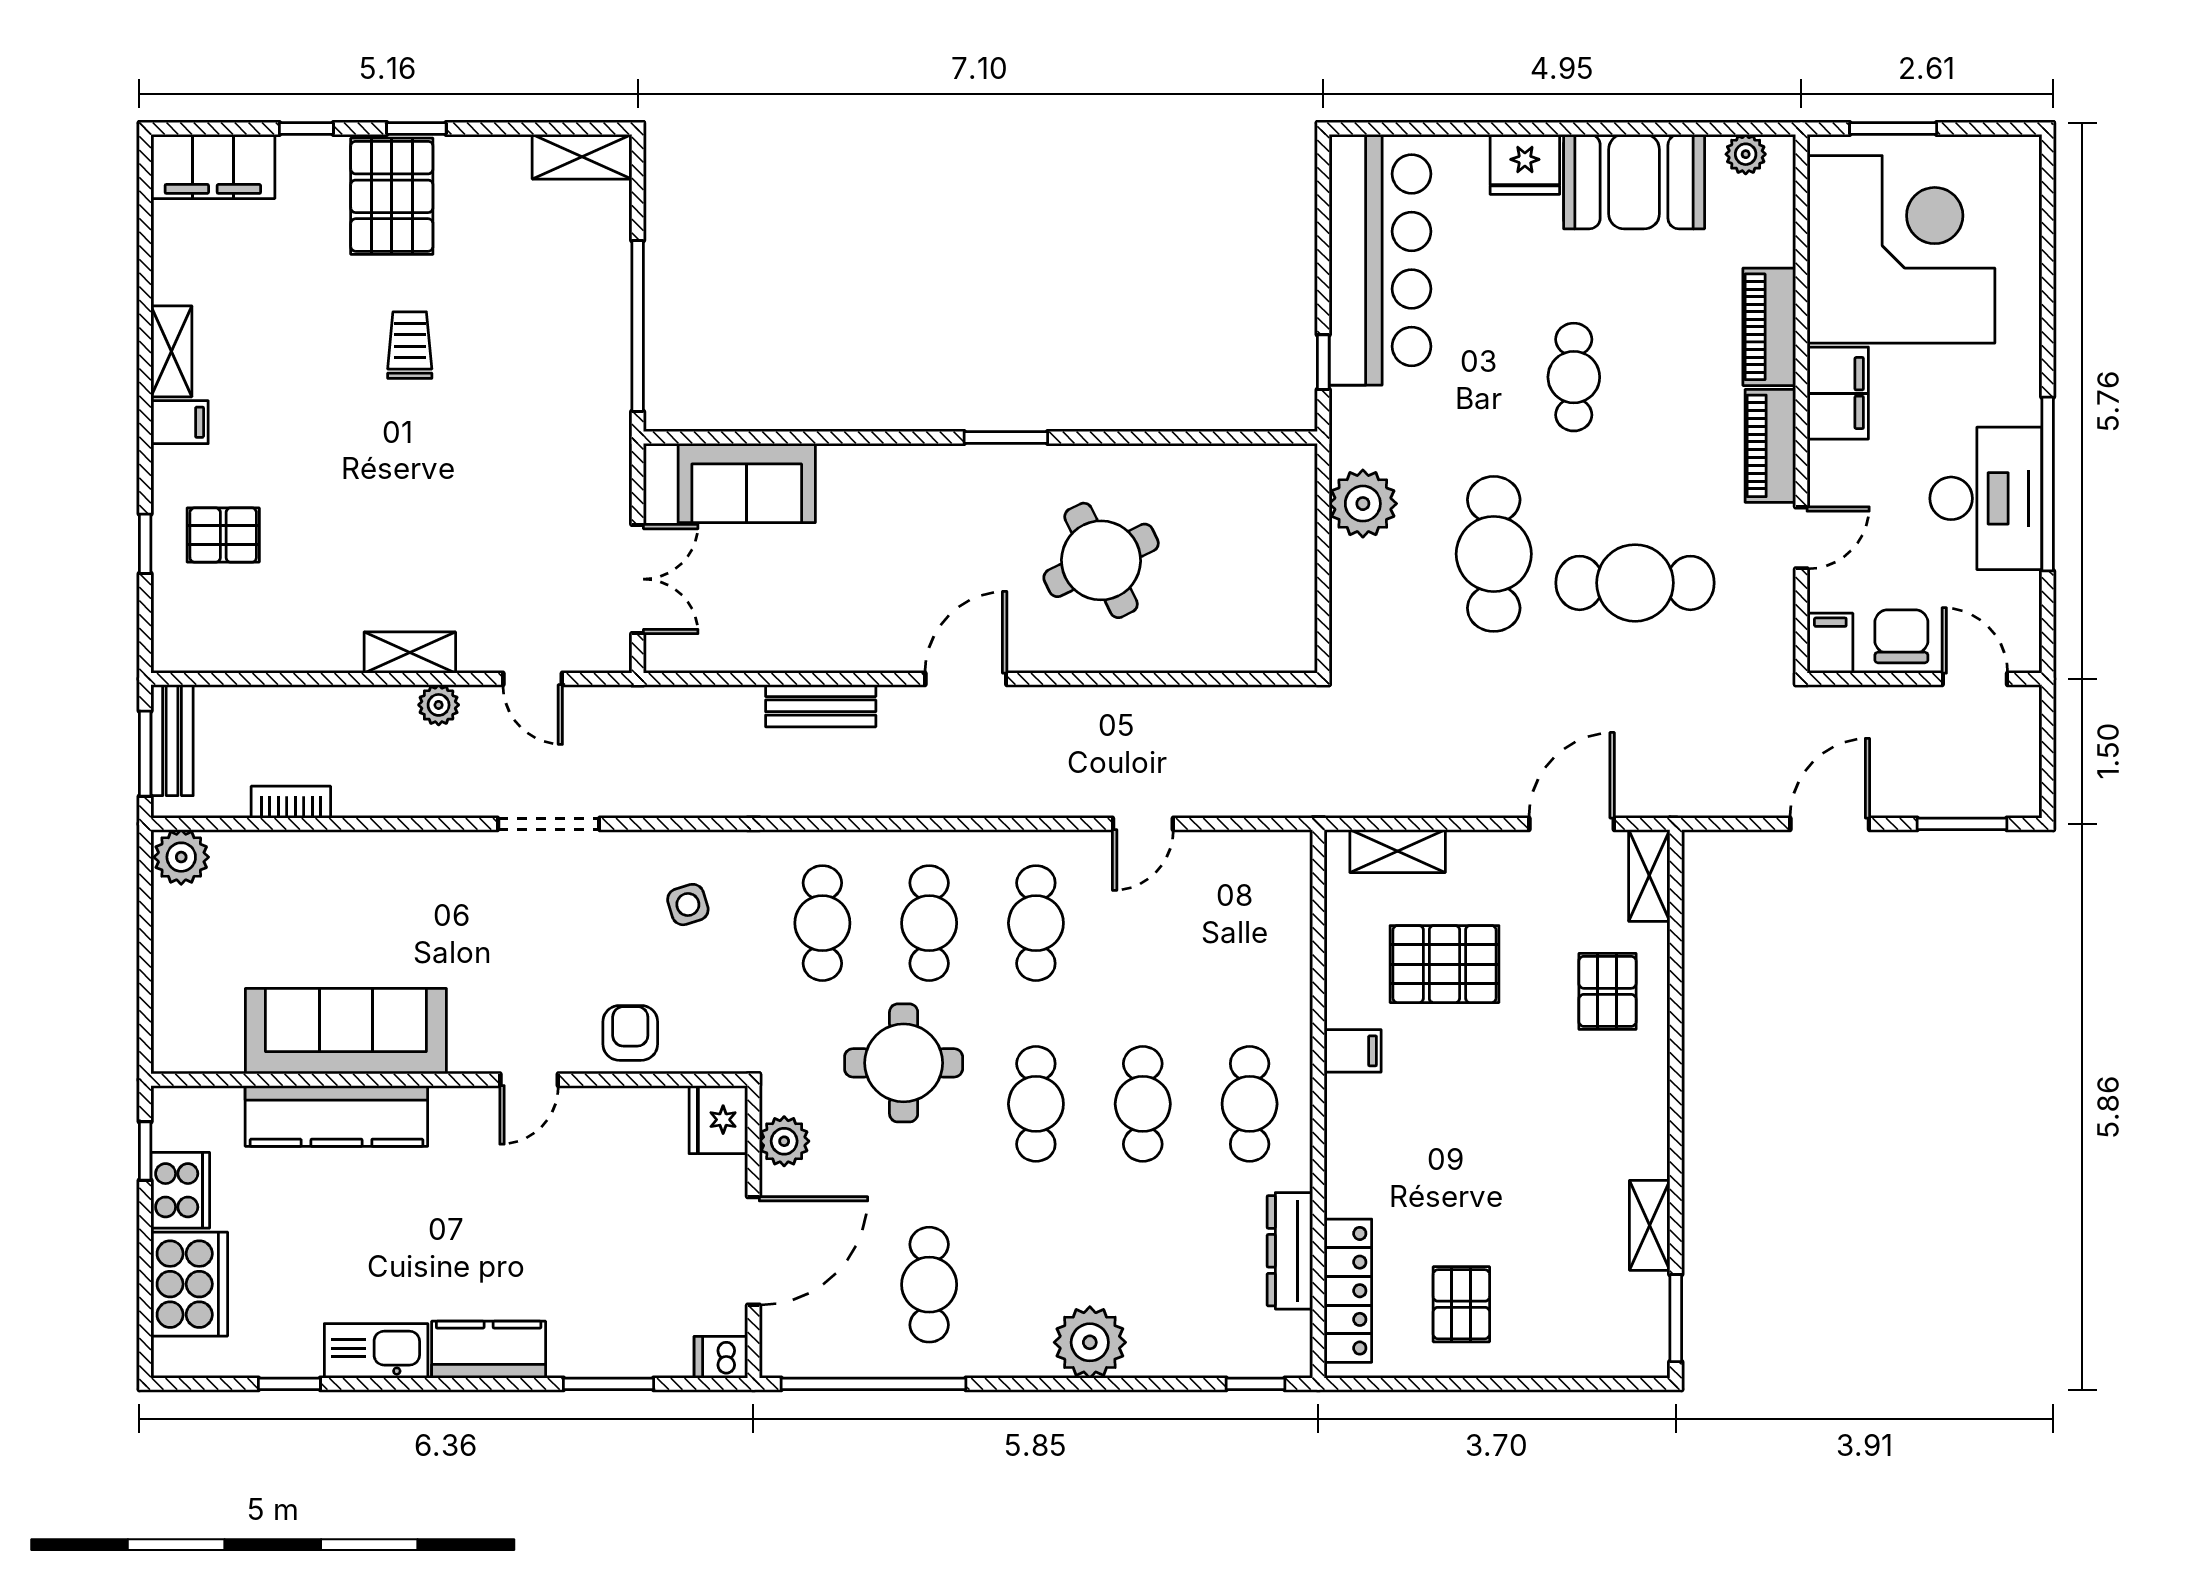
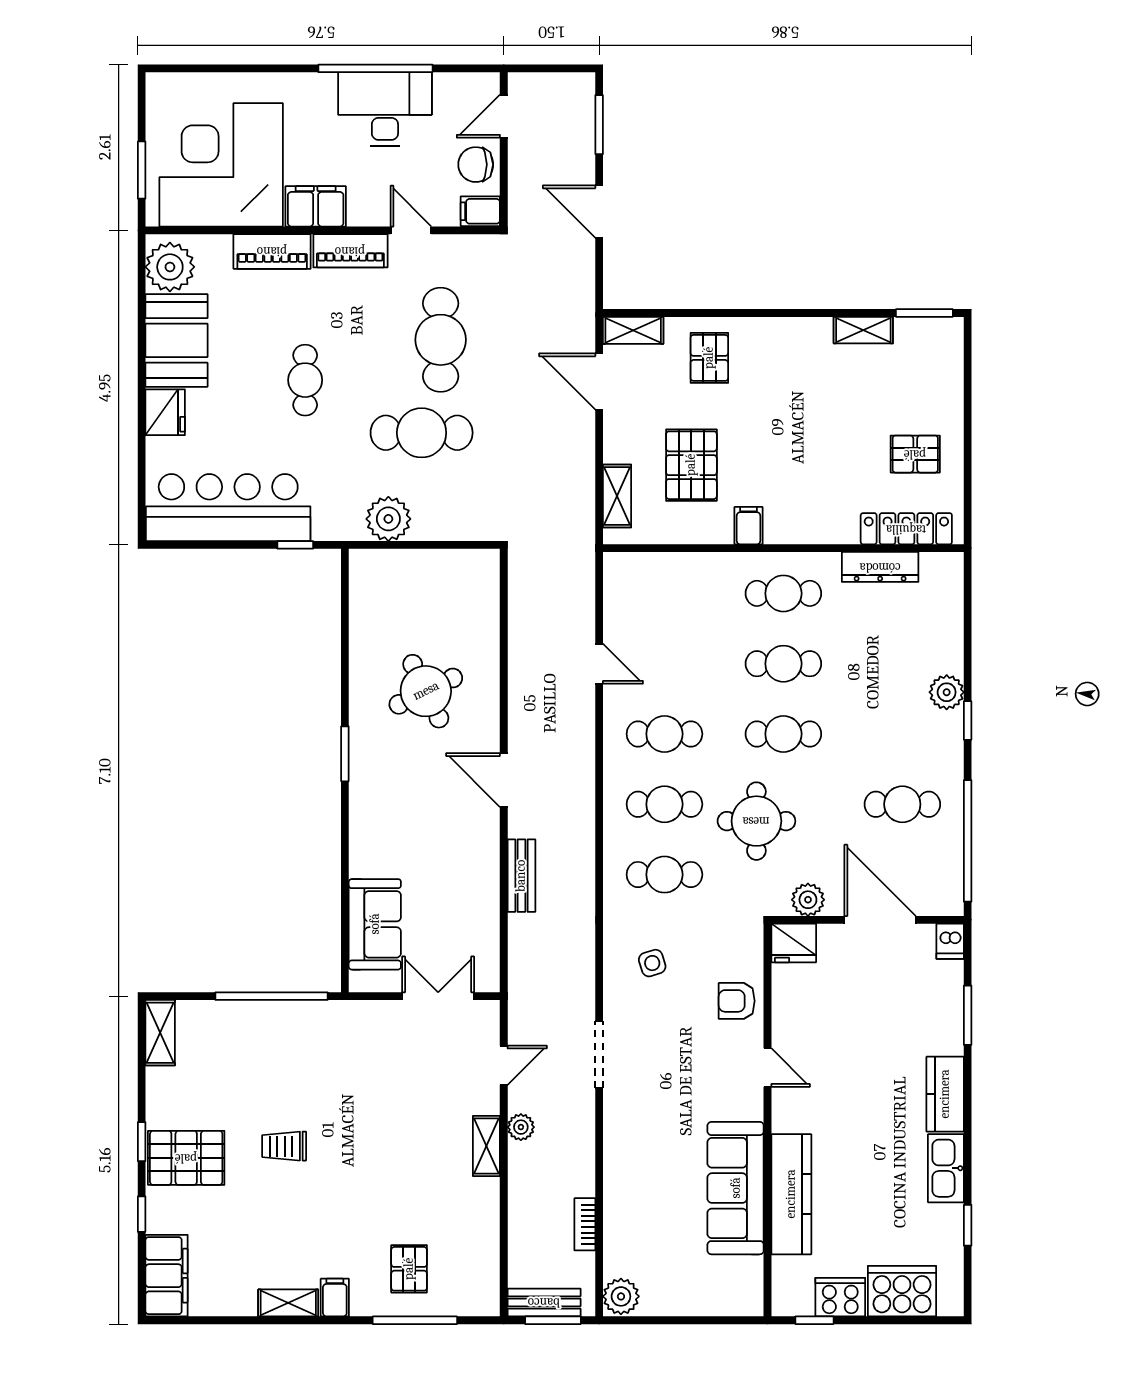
plant: (1746, 154) -> (170, 267), width x1.87, depth x1.87
cafe table: (1574, 377) -> (305, 380), turned 90
window: (145, 544) -> (415, 1320), width x2.17
pallet: (1607, 991) -> (709, 358), turned 90
plant: (1090, 1342) -> (947, 692), width x0.73, depth x0.73
window: (1255, 1384) -> (968, 720), moved

